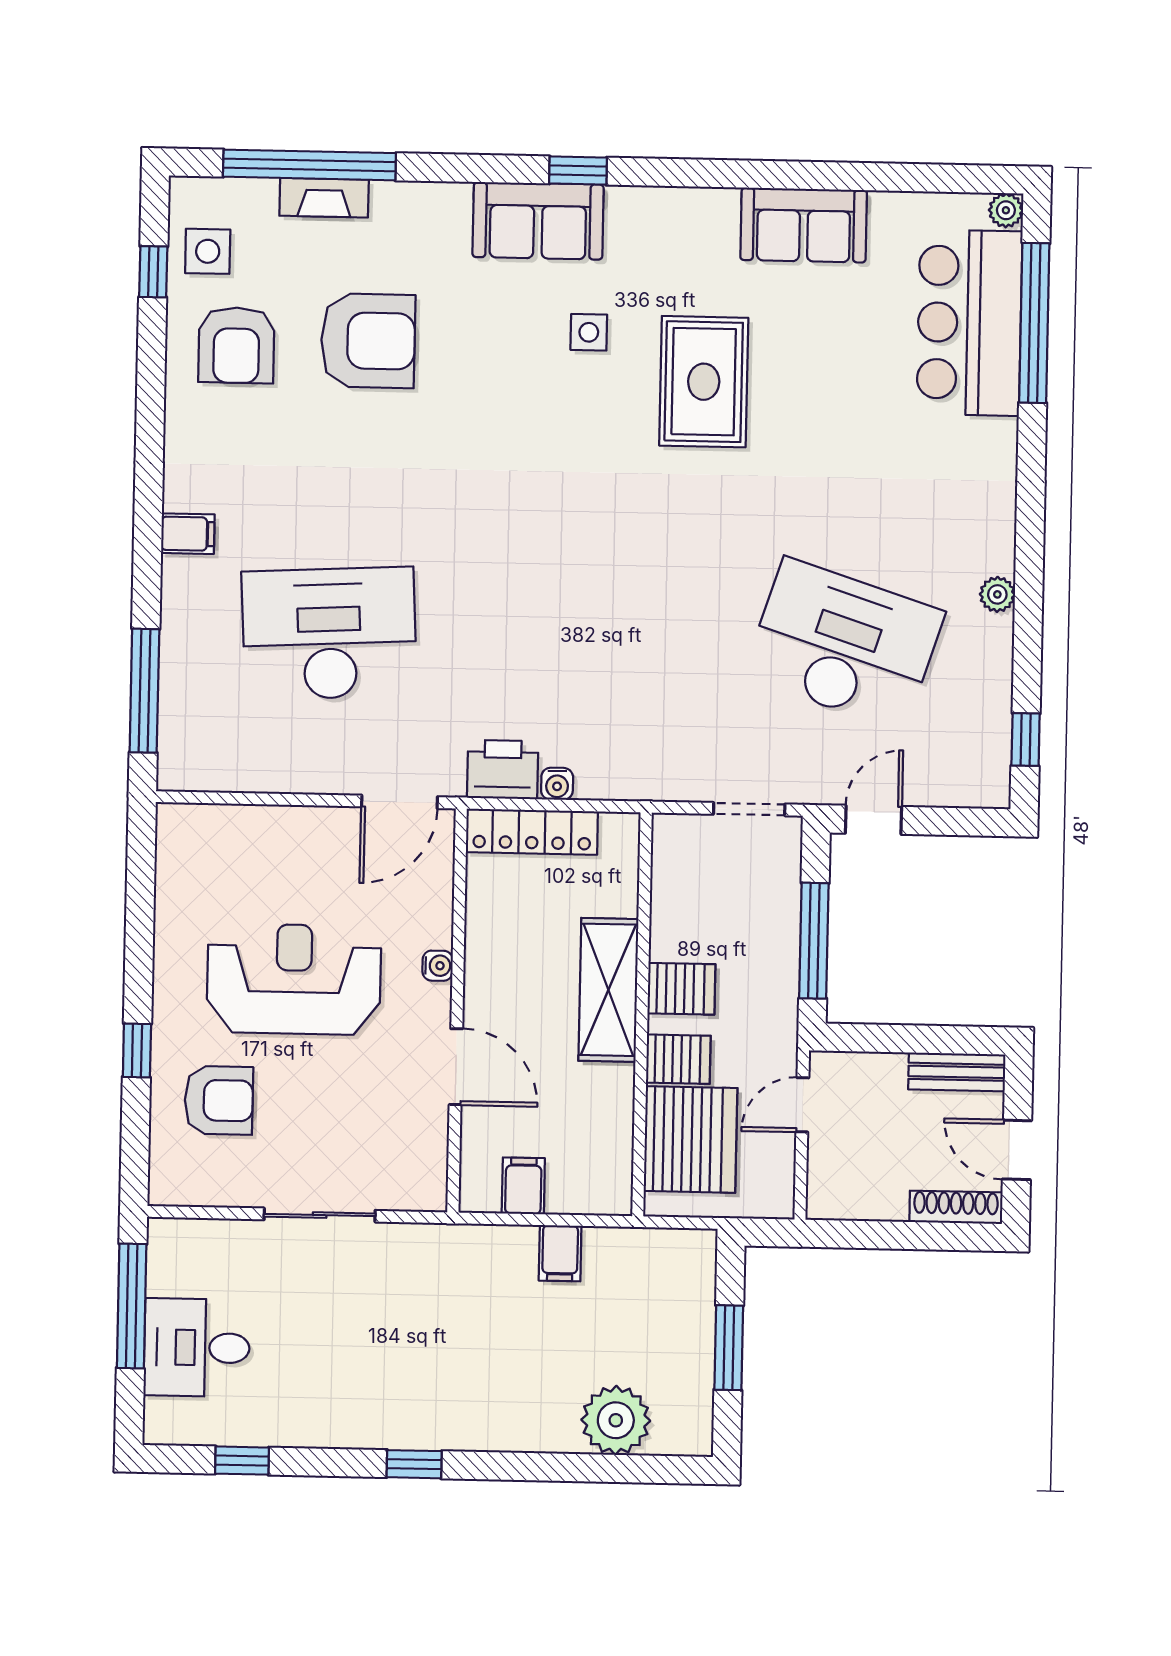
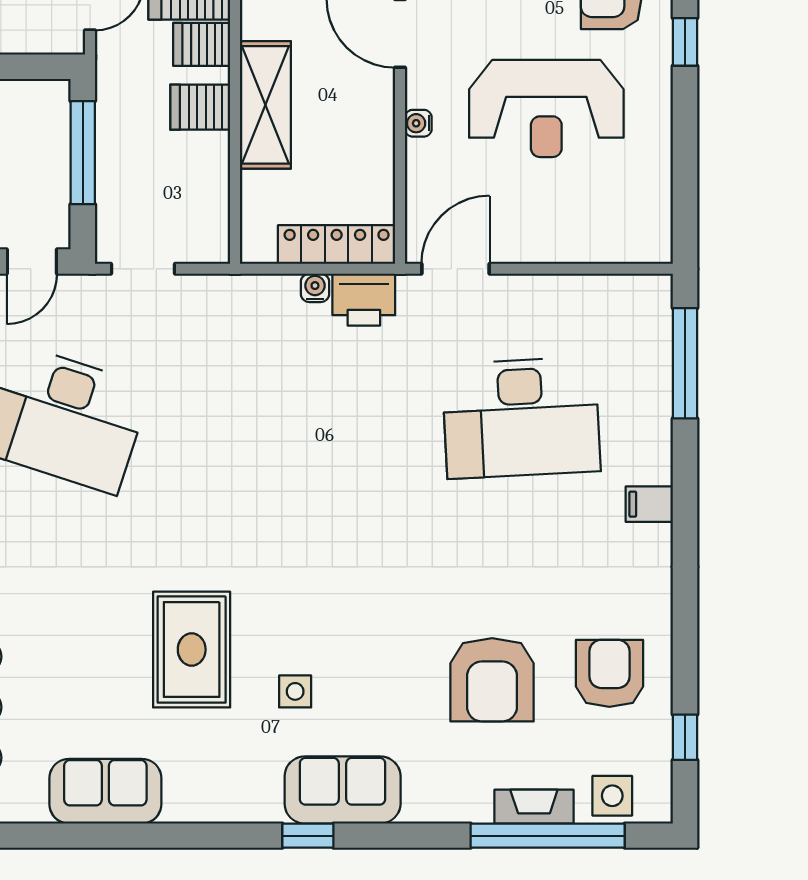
side table: (208, 251) -> (612, 796), moved
armchair: (368, 341) -> (492, 680), turned -90

